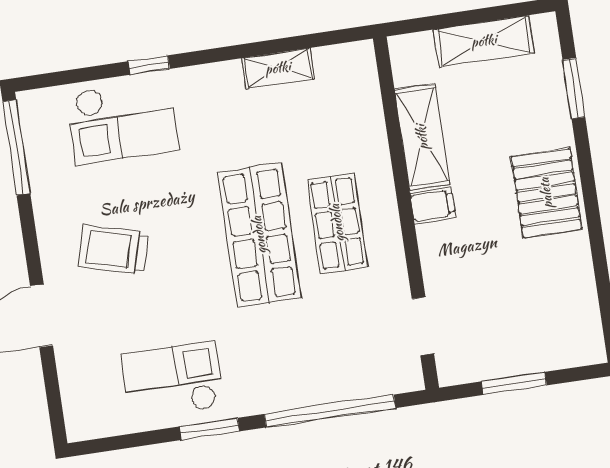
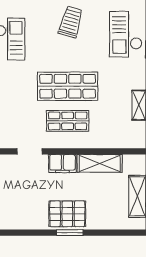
window: (574, 88) -> (70, 233), moved
filing cabinet: (433, 205) -> (62, 164), width x2.00
doorway: (423, 326) -> (30, 151), moved

